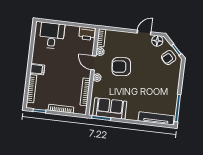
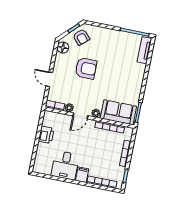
door: (144, 32) -> (49, 79), moved
printer: (87, 33) -> (46, 135), moved
desk: (52, 36) -> (65, 165), moved, turned -90
armchair: (121, 67) -> (86, 68), moved, turned -84
sofa: (110, 108) -> (118, 112), moved, turned 90
tv unit: (156, 118) -> (144, 50), width x0.71

